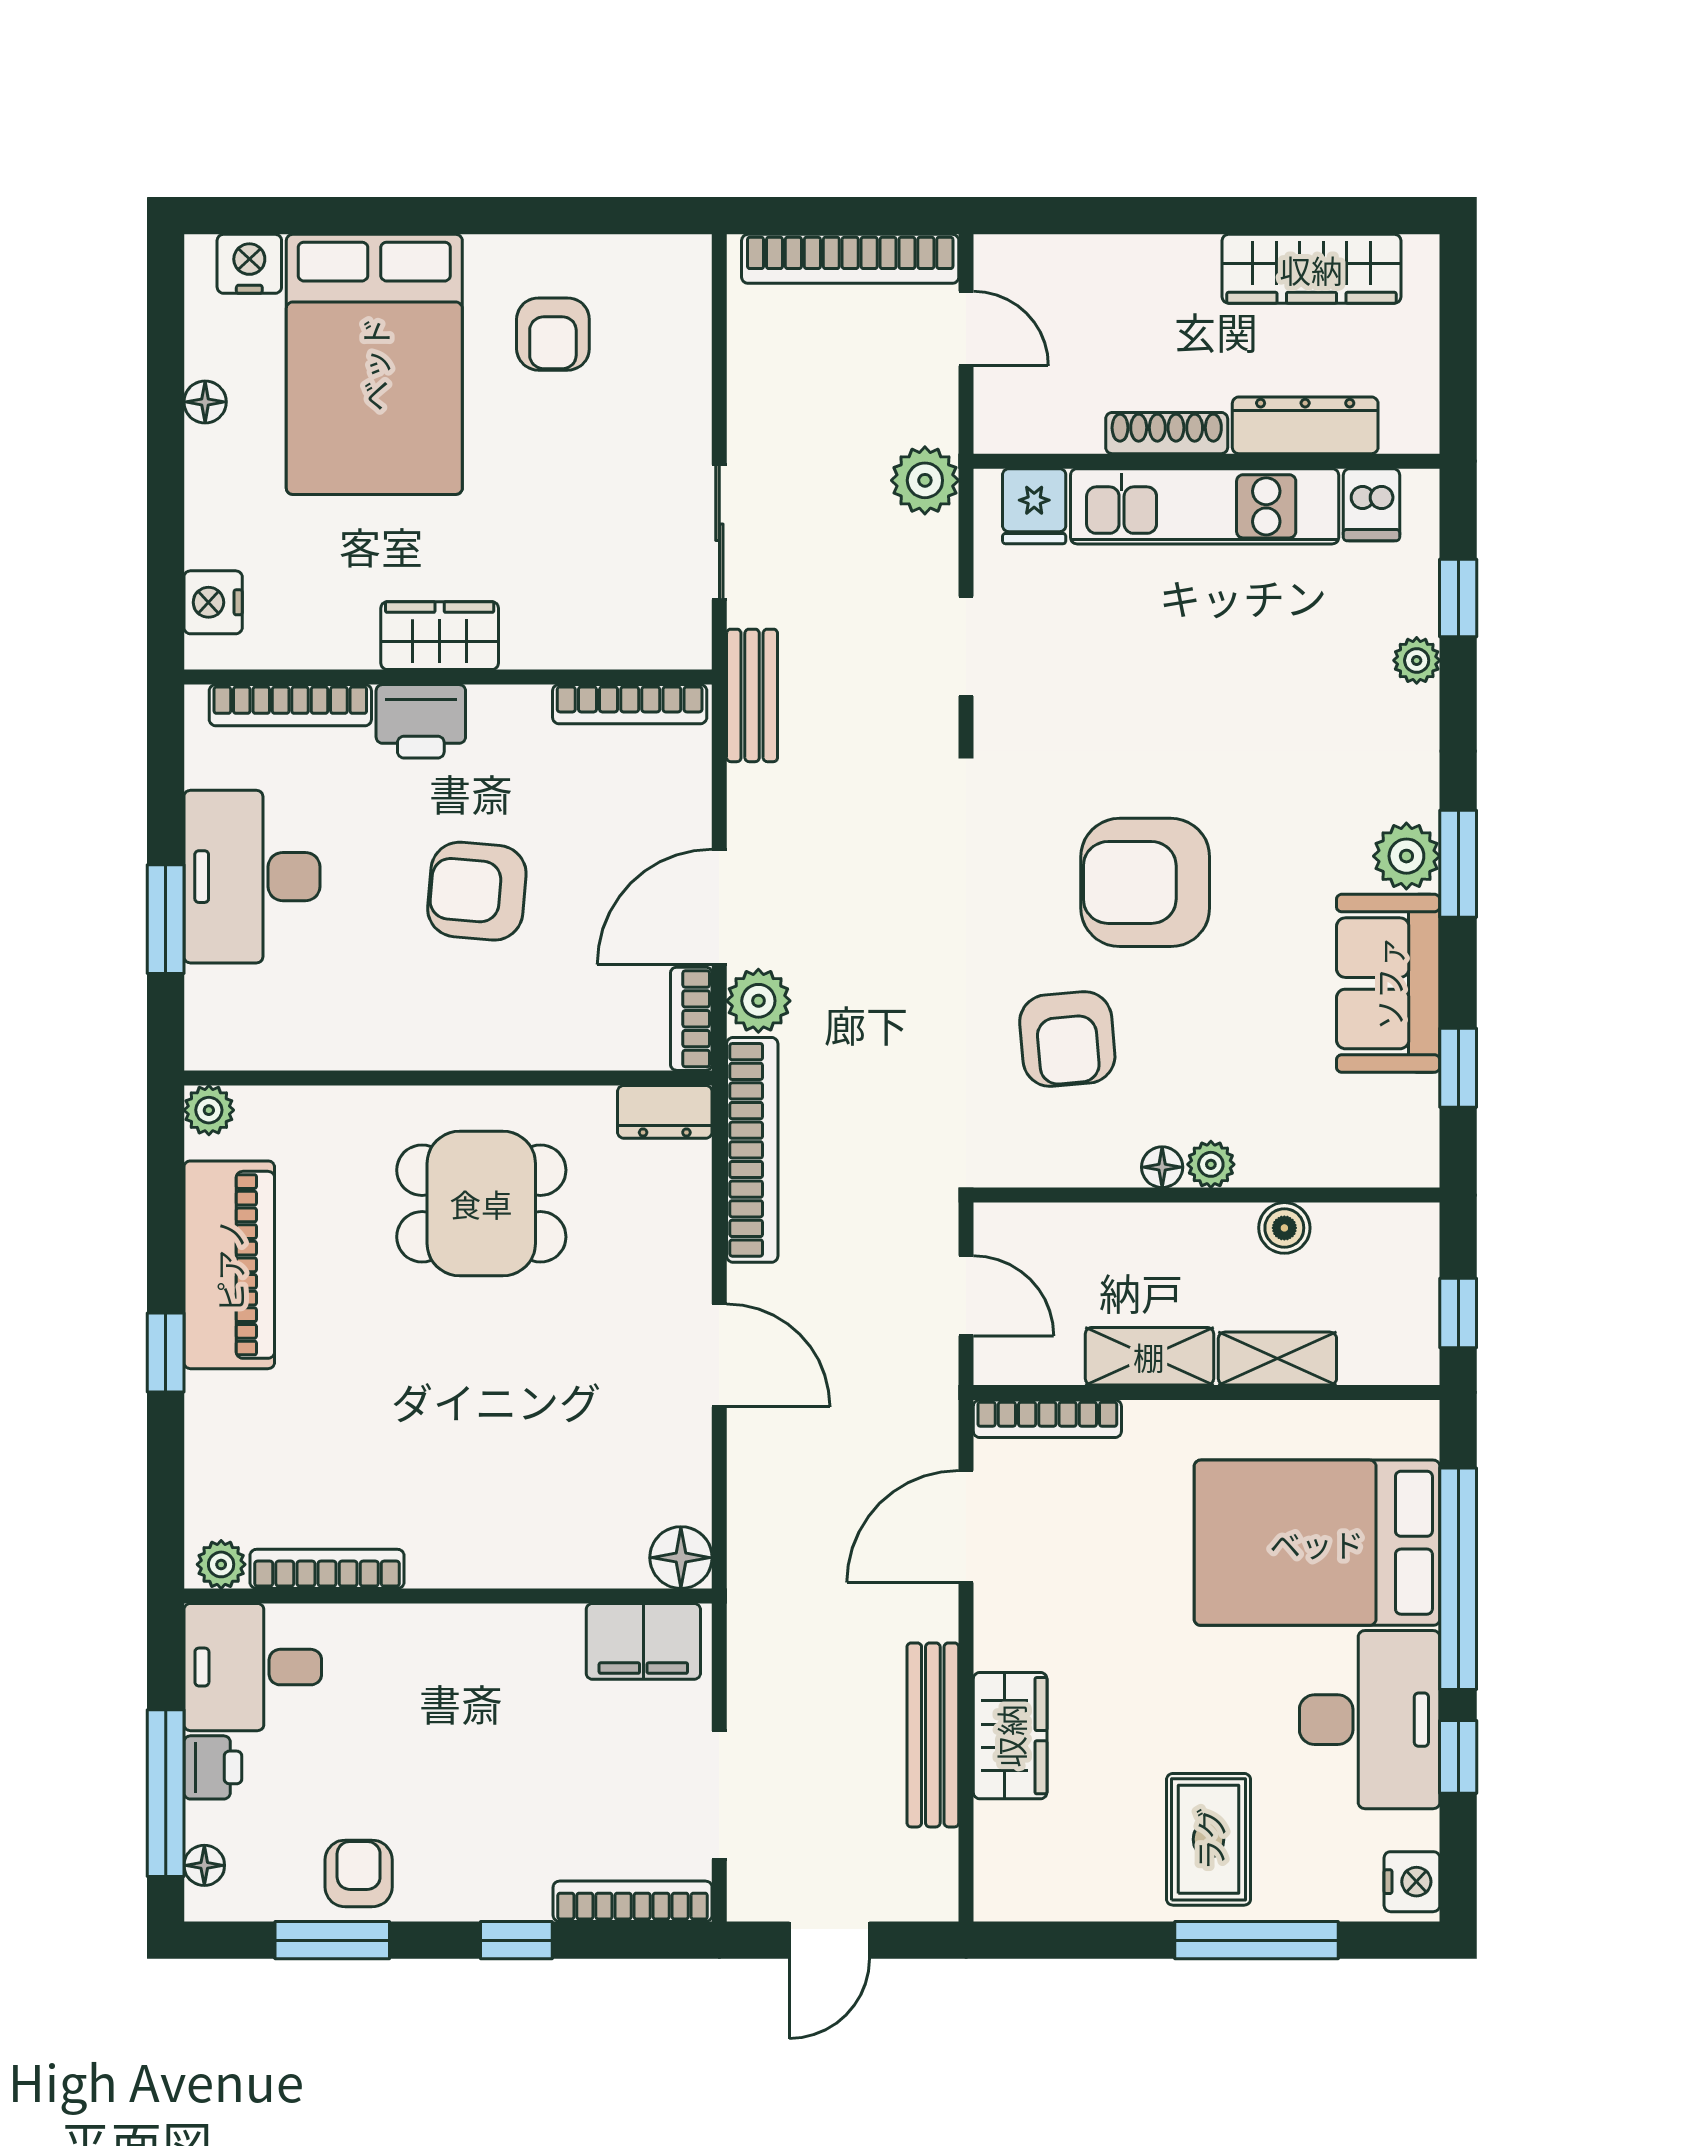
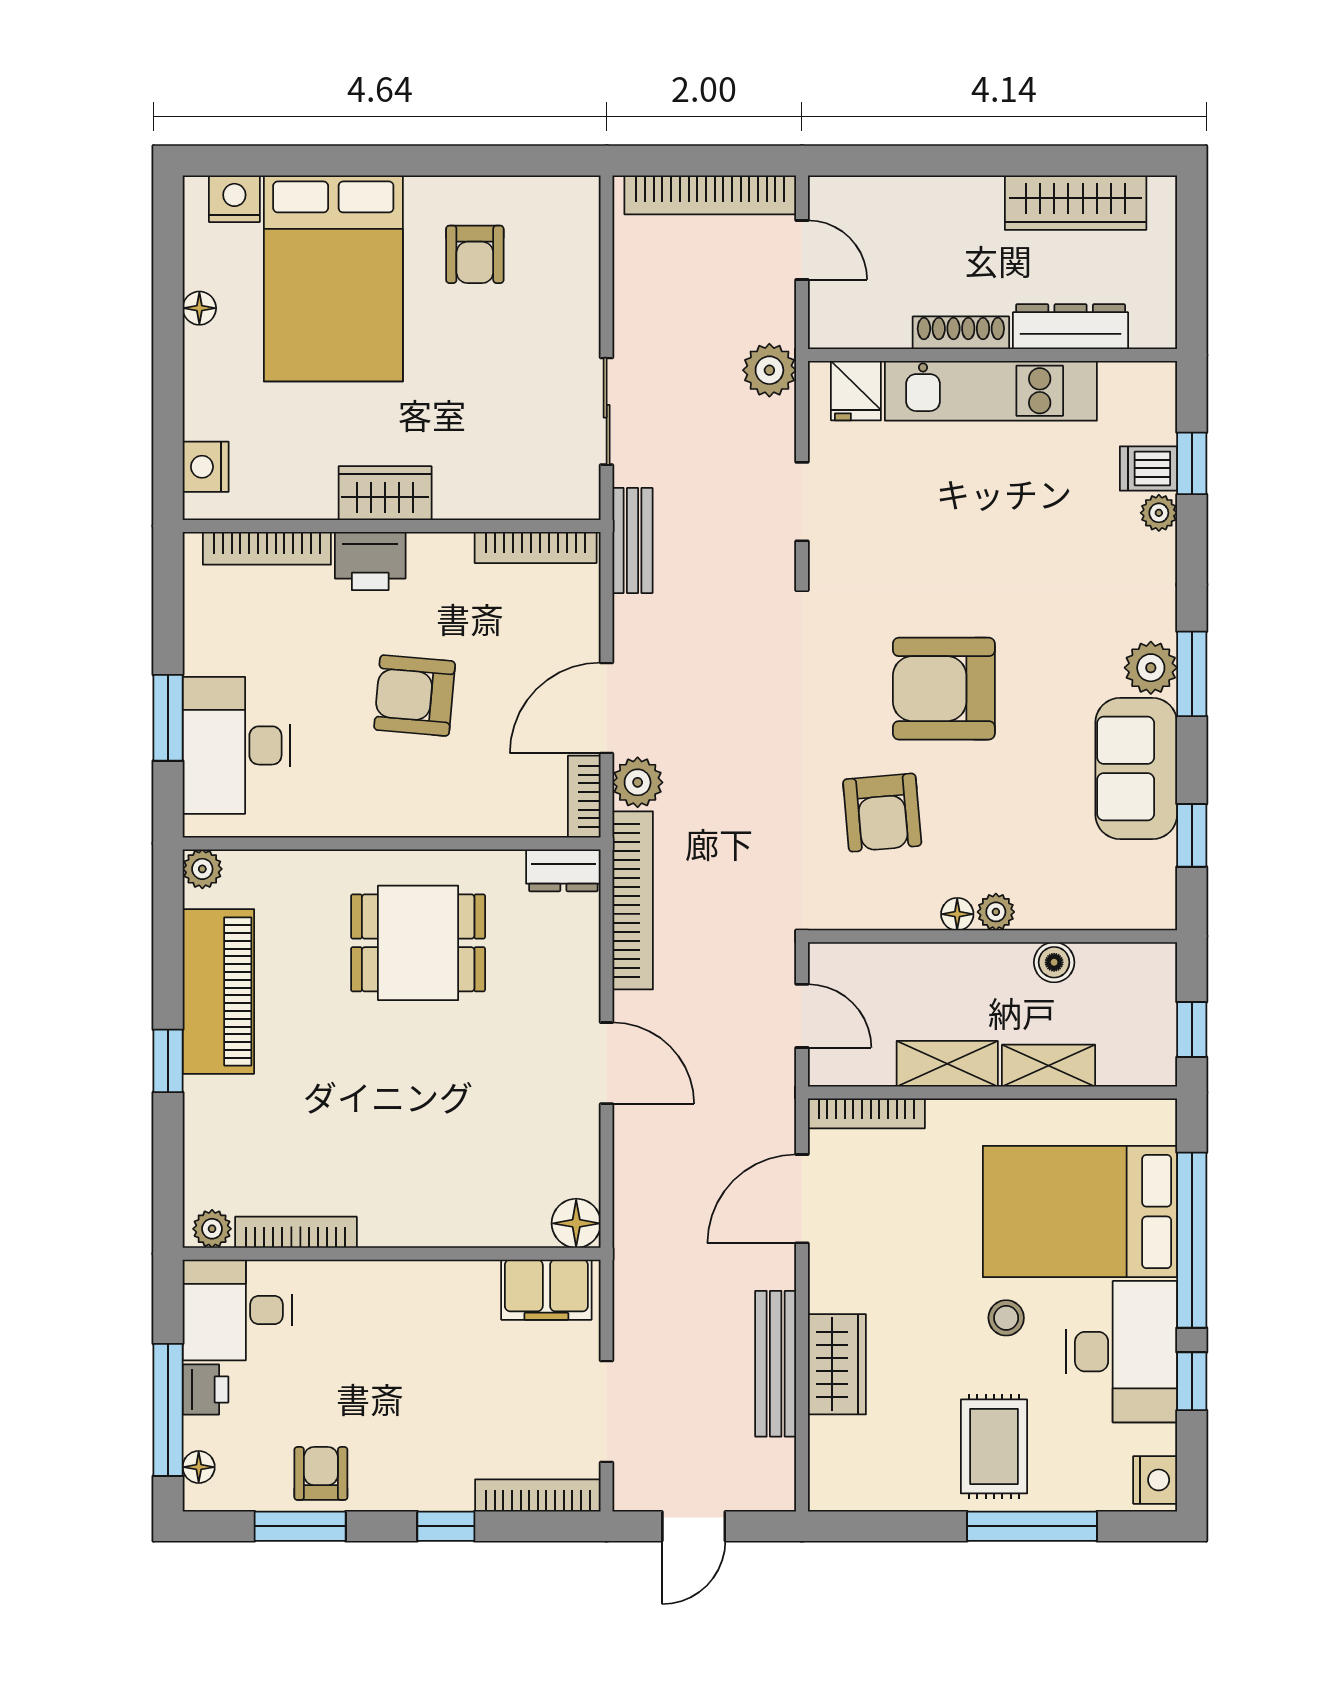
dishwasher: (1371, 505) -> (1148, 468), moved, turned 90
desk: (252, 877) -> (236, 745), moved
stool: (1224, 1677) -> (1006, 1318), added

